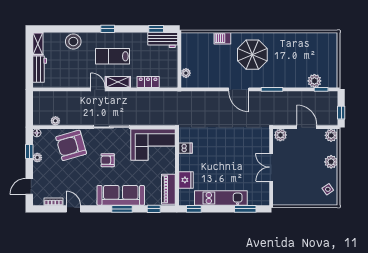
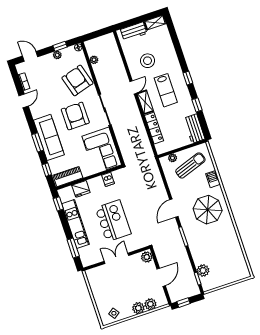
window: (156, 29) -> (197, 105), moved
stool: (73, 42) -> (148, 61), moved
lab bench: (113, 56) -> (166, 90), turned 180
sun lounger: (200, 57) -> (190, 165), added
locker: (148, 82) -> (154, 128), width x1.53
plant: (331, 135) -> (150, 304), moved
kitchen island: (231, 157) -> (113, 221), added
armchair: (108, 160) -> (75, 116), width x1.88, depth x1.88

